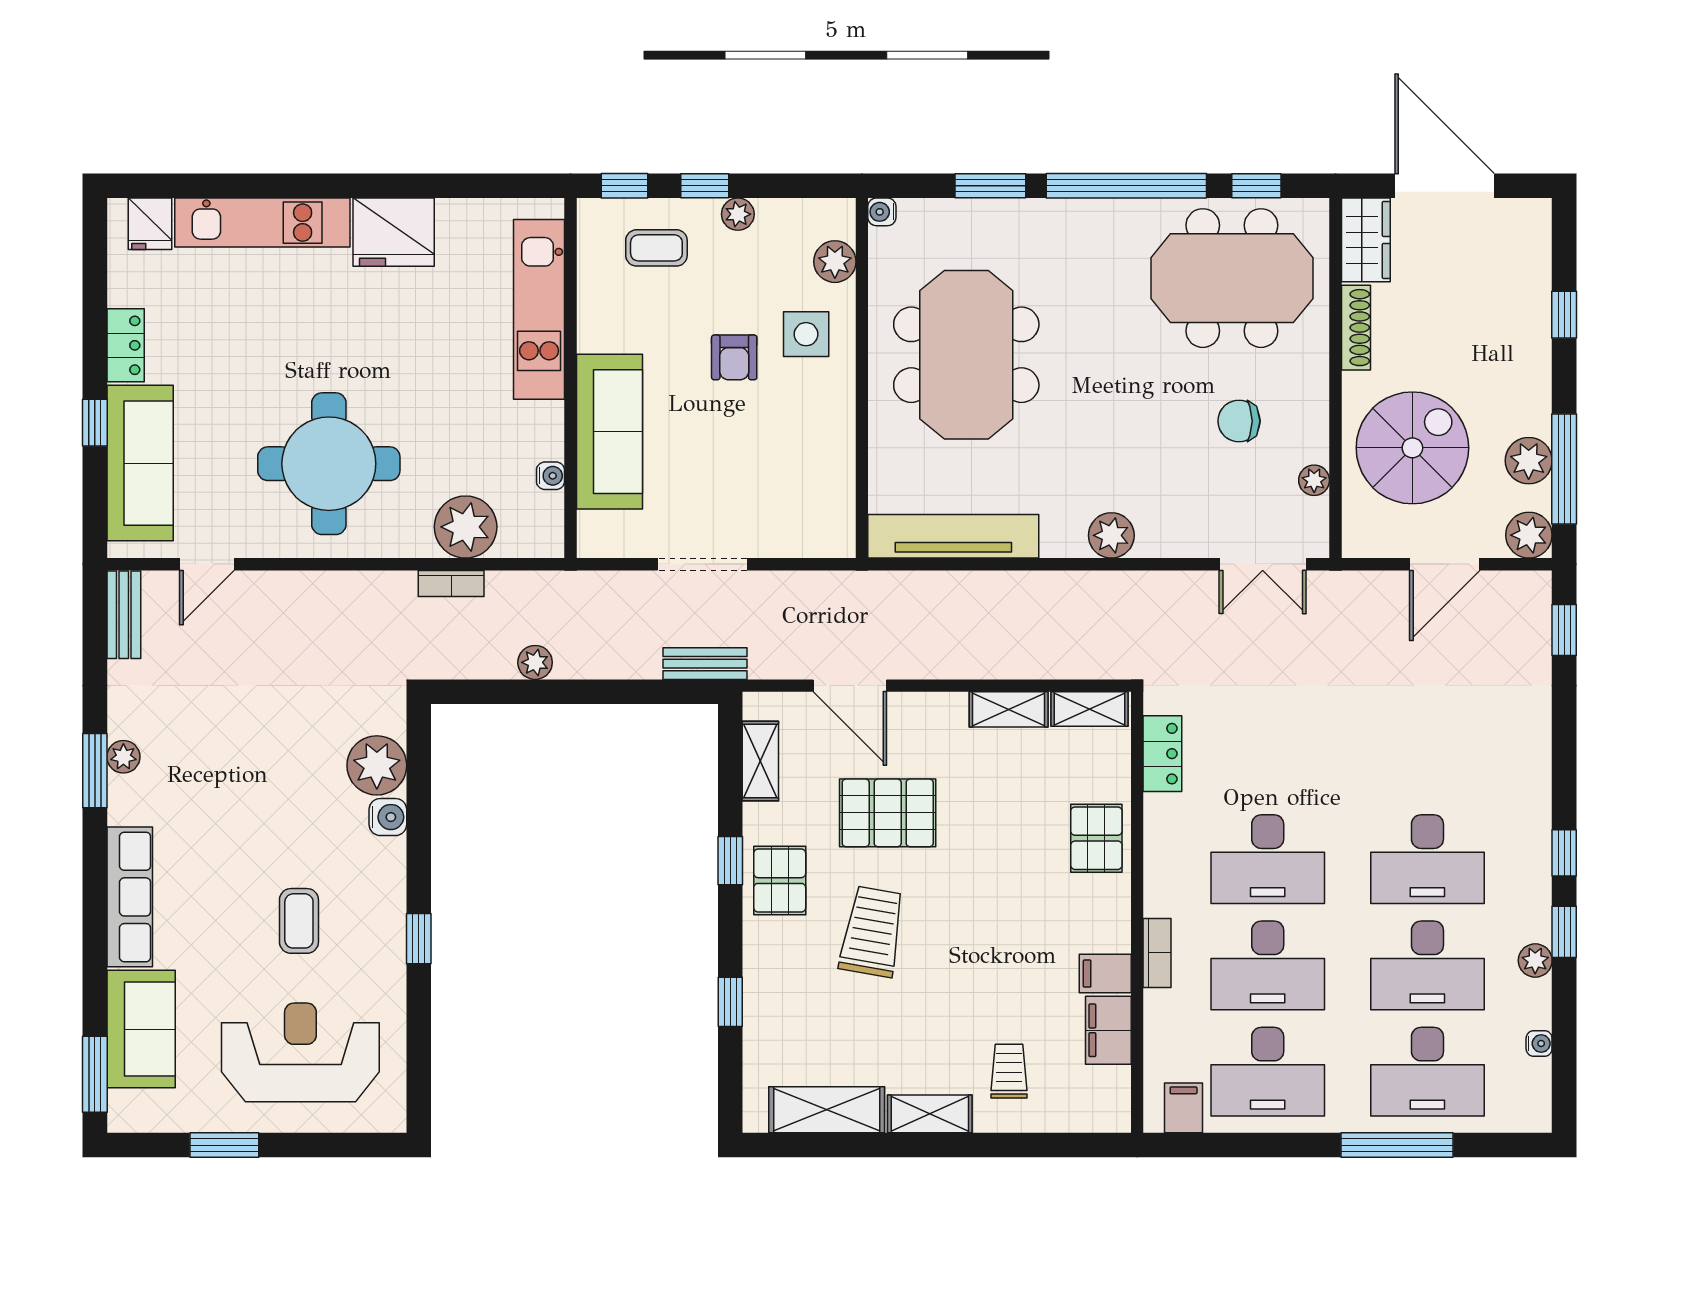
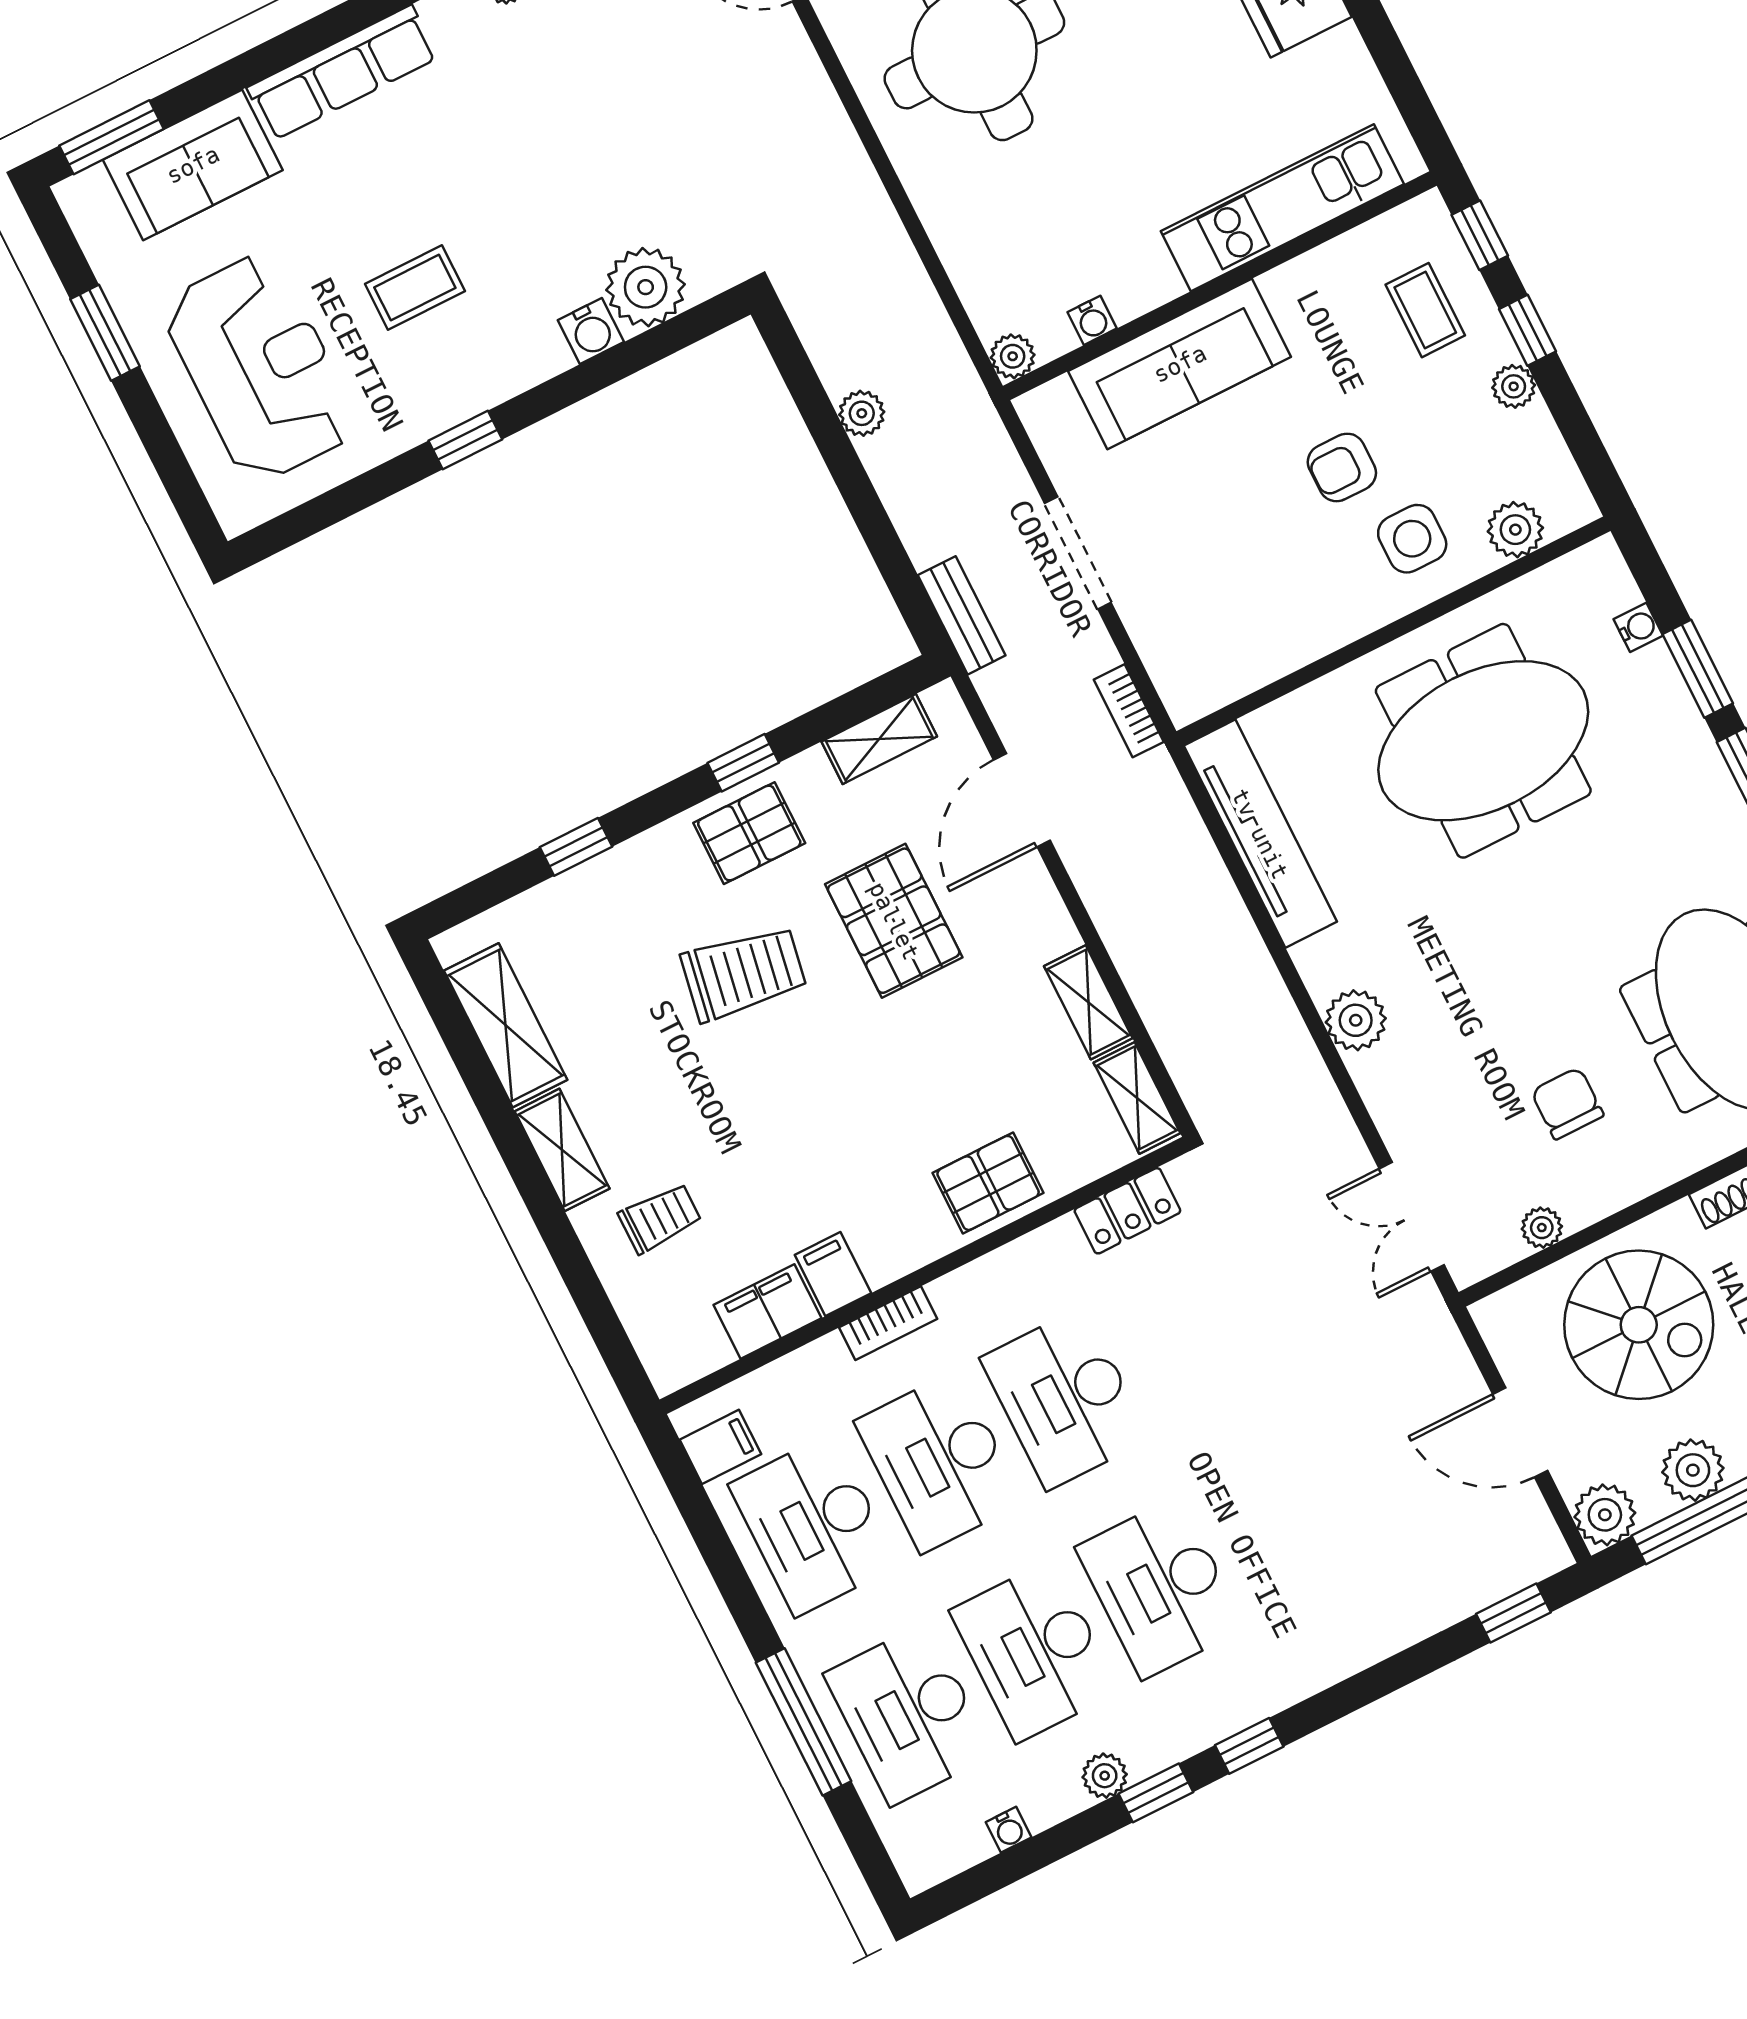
water cooler: (882, 212) -> (1638, 627), moved, turned 90
plant: (466, 527) -> (1013, 356), moved, width x0.53, depth x0.53
bookcase: (451, 583) -> (1129, 711), moved

